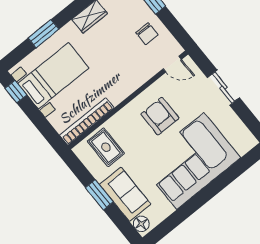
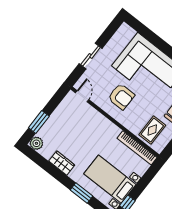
chair: (147, 34) -> (65, 119), removed
armchair: (160, 116) -> (121, 97), turned -90

